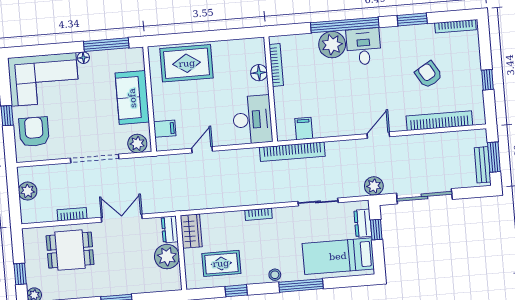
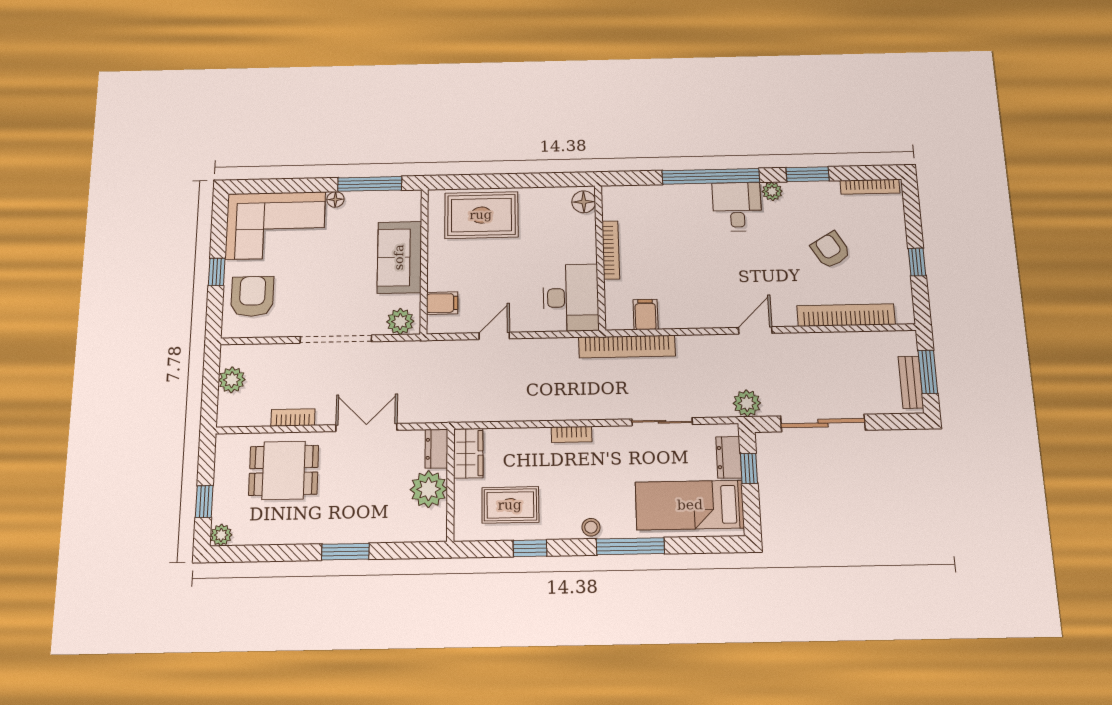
plant: (332, 45) -> (772, 191), moved, width x0.53, depth x0.53
bookcase: (276, 65) -> (611, 250), moved
floor lamp: (259, 73) -> (584, 202), moved

